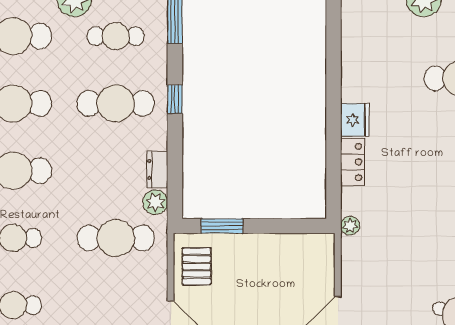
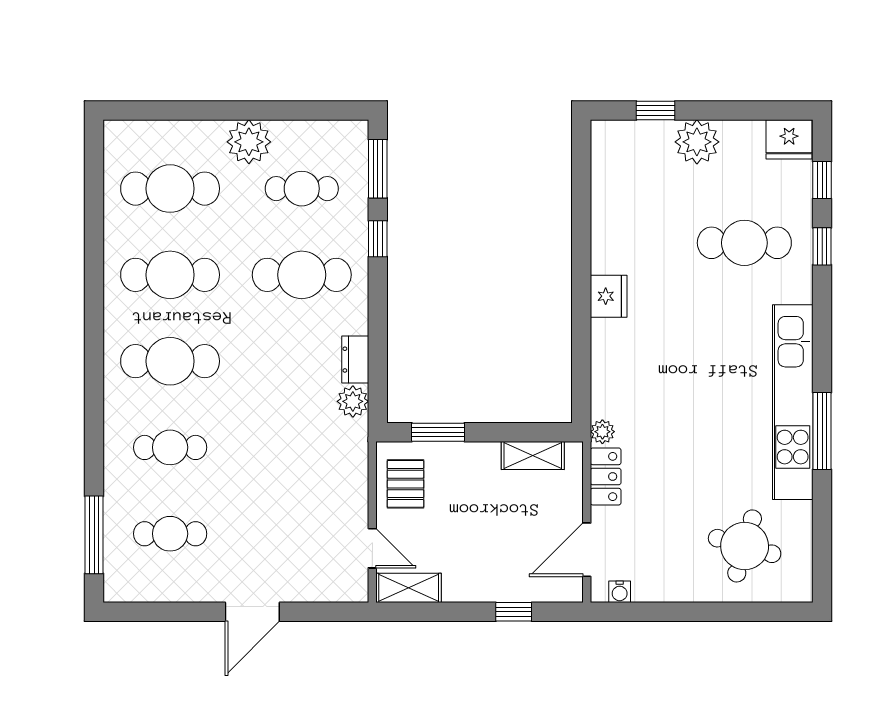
window: (175, 99) -> (378, 239), moved
locker: (353, 162) -> (606, 476), moved
cafe table: (116, 238) -> (302, 447), removed
shelving: (296, 244) -> (533, 456), added

